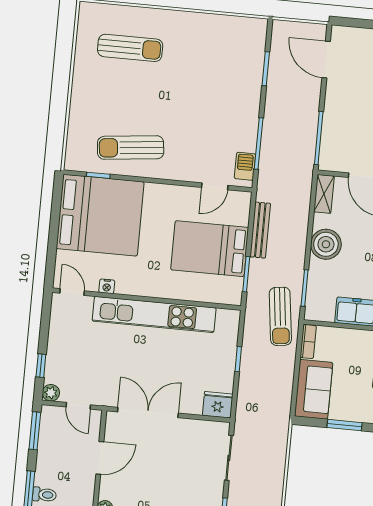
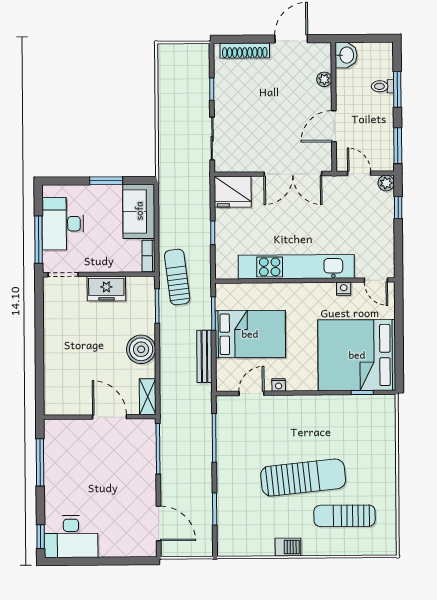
sun lounger: (131, 148) -> (303, 477), moved, width x1.36, depth x1.34
barbecue: (245, 166) -> (288, 547), moved, turned -90
nightstand: (185, 192) -> (279, 385), added
fridge: (218, 405) -> (233, 192), width x1.36, depth x1.34

